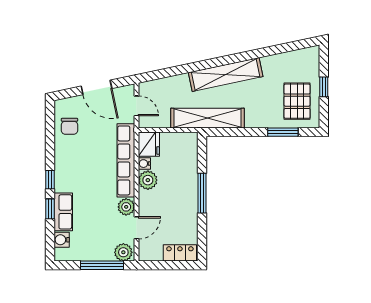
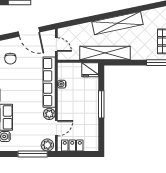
fridge: (149, 144) -> (90, 70), moved, turned 90
plant: (148, 180) -> (64, 96), removed
locker: (180, 253) -> (72, 145), moved

